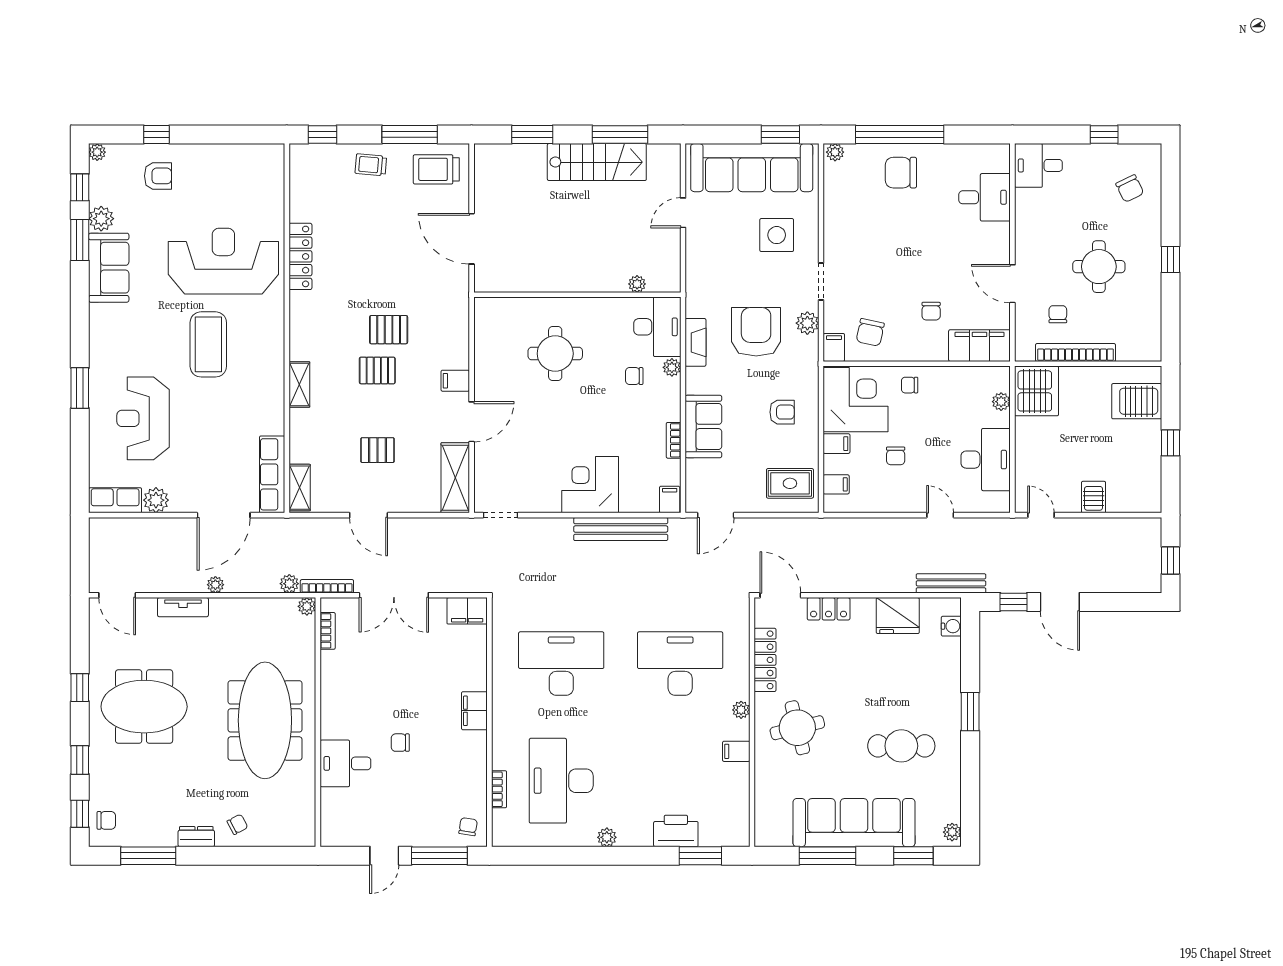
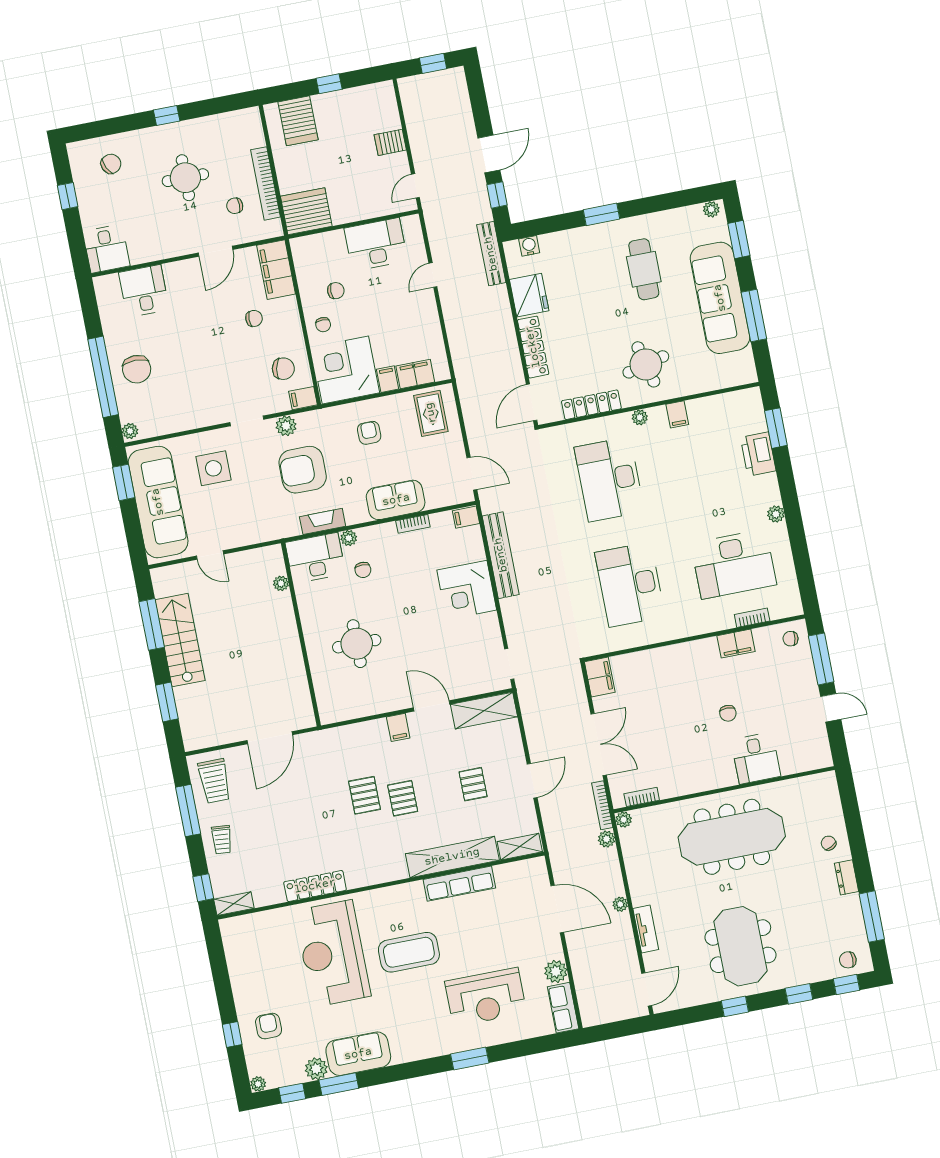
shelving: (298, 164) -> (234, 904), added
shelving: (299, 385) -> (452, 857), width x2.20, depth x1.33
plant: (1001, 402) -> (322, 241), removed
chair: (896, 456) -> (336, 291), moved
row of seats: (272, 474) -> (459, 884), moved
filing cabinet: (836, 484) -> (415, 374), width x2.00
locker: (829, 609) -> (533, 347), width x1.53
filing cabinet: (474, 711) -> (736, 644), moved
chair: (106, 820) -> (848, 960), turned -90

